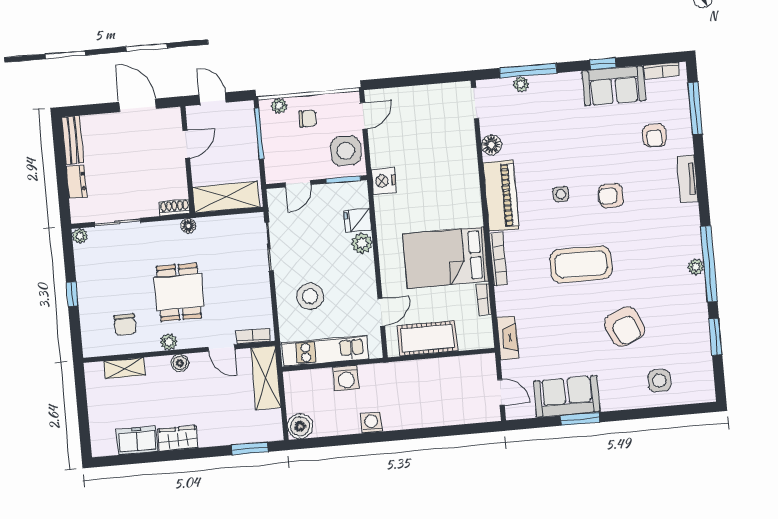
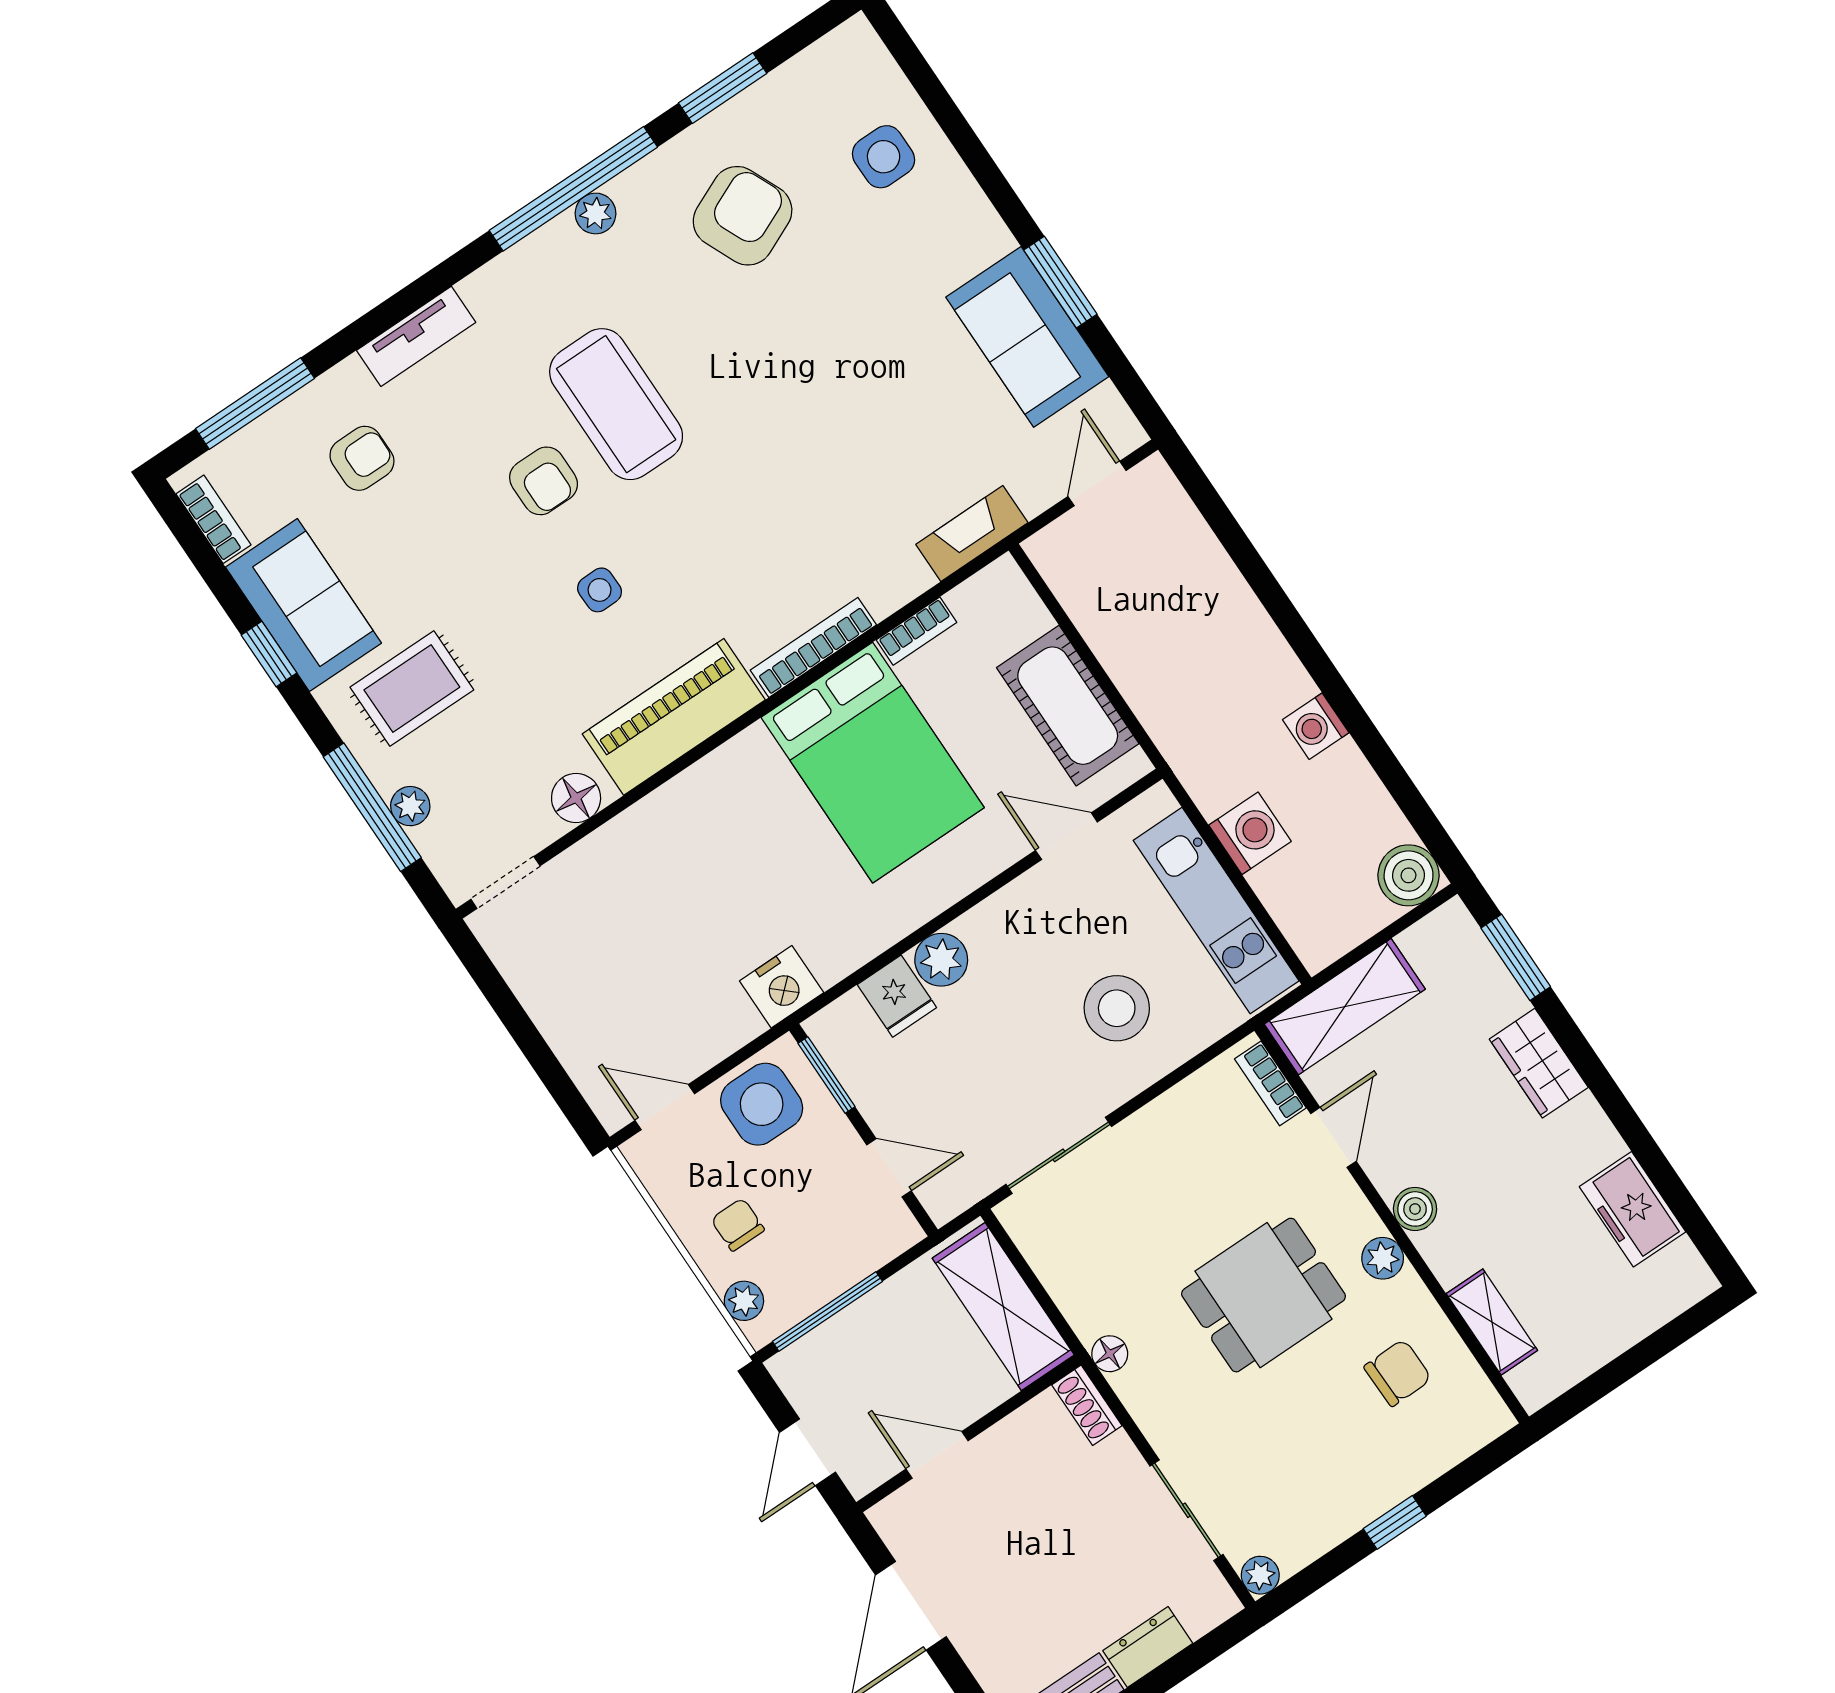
rug: (563, 108) -> (412, 689), added
coffee table: (581, 264) -> (616, 404), moved
armchair: (625, 327) -> (743, 216), moved
wardrobe: (178, 438) -> (1539, 1063), moved

